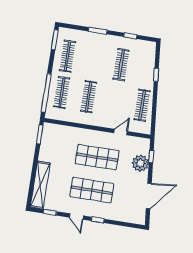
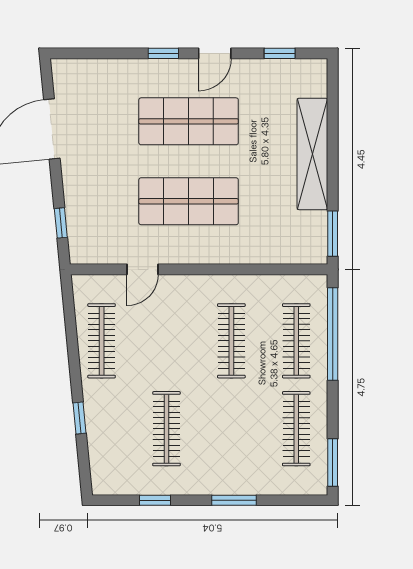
plant: (140, 163) -> (84, 203), removed
shelving: (40, 185) -> (312, 154), moved
door: (77, 217) -> (215, 53), swing flipped

